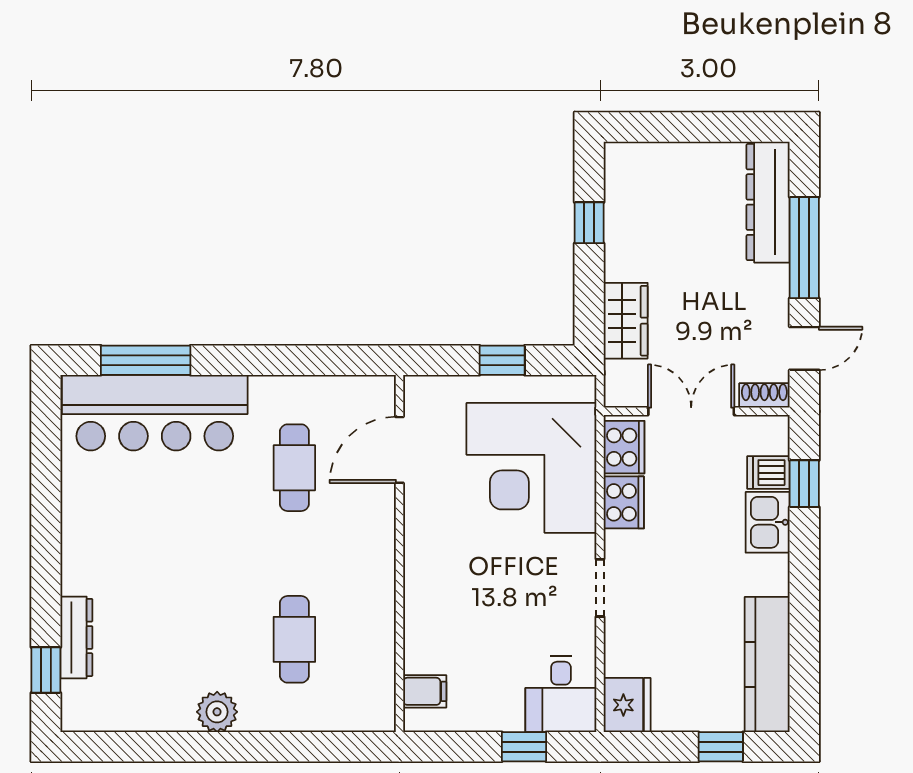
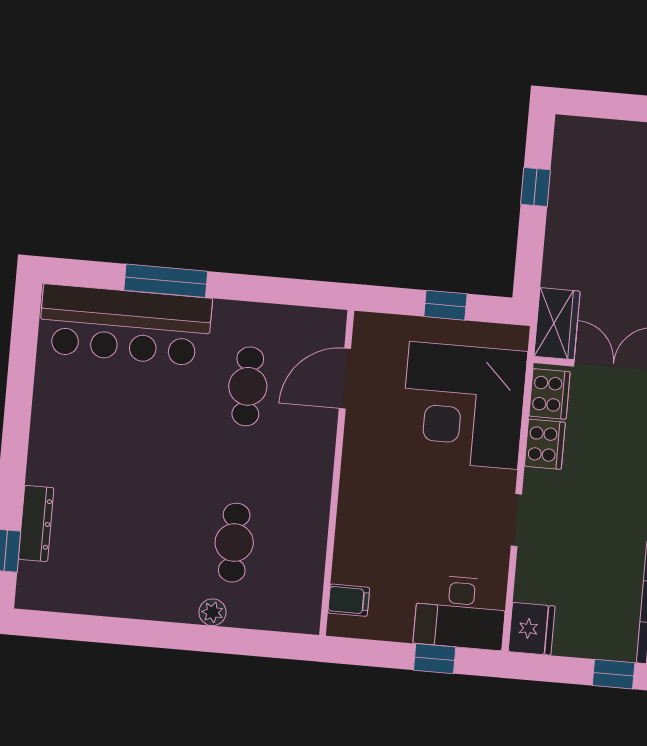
wardrobe: (626, 321) -> (557, 324), moved
window: (146, 360) -> (166, 281), moved
desk: (561, 694) -> (460, 612), width x1.37
plant: (217, 712) -> (212, 612), moved, width x0.73, depth x0.73

